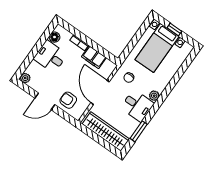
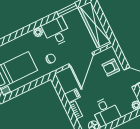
filing cabinet: (94, 57) -> (72, 96), width x0.50
armchair: (68, 100) -> (111, 67), turned 90

